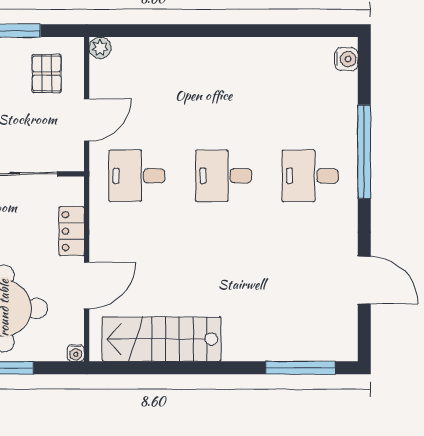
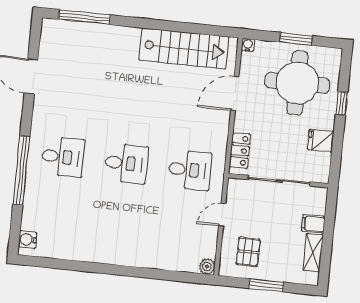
door: (87, 120) -> (222, 215), width x0.73
locker: (72, 231) -> (240, 150), moved

